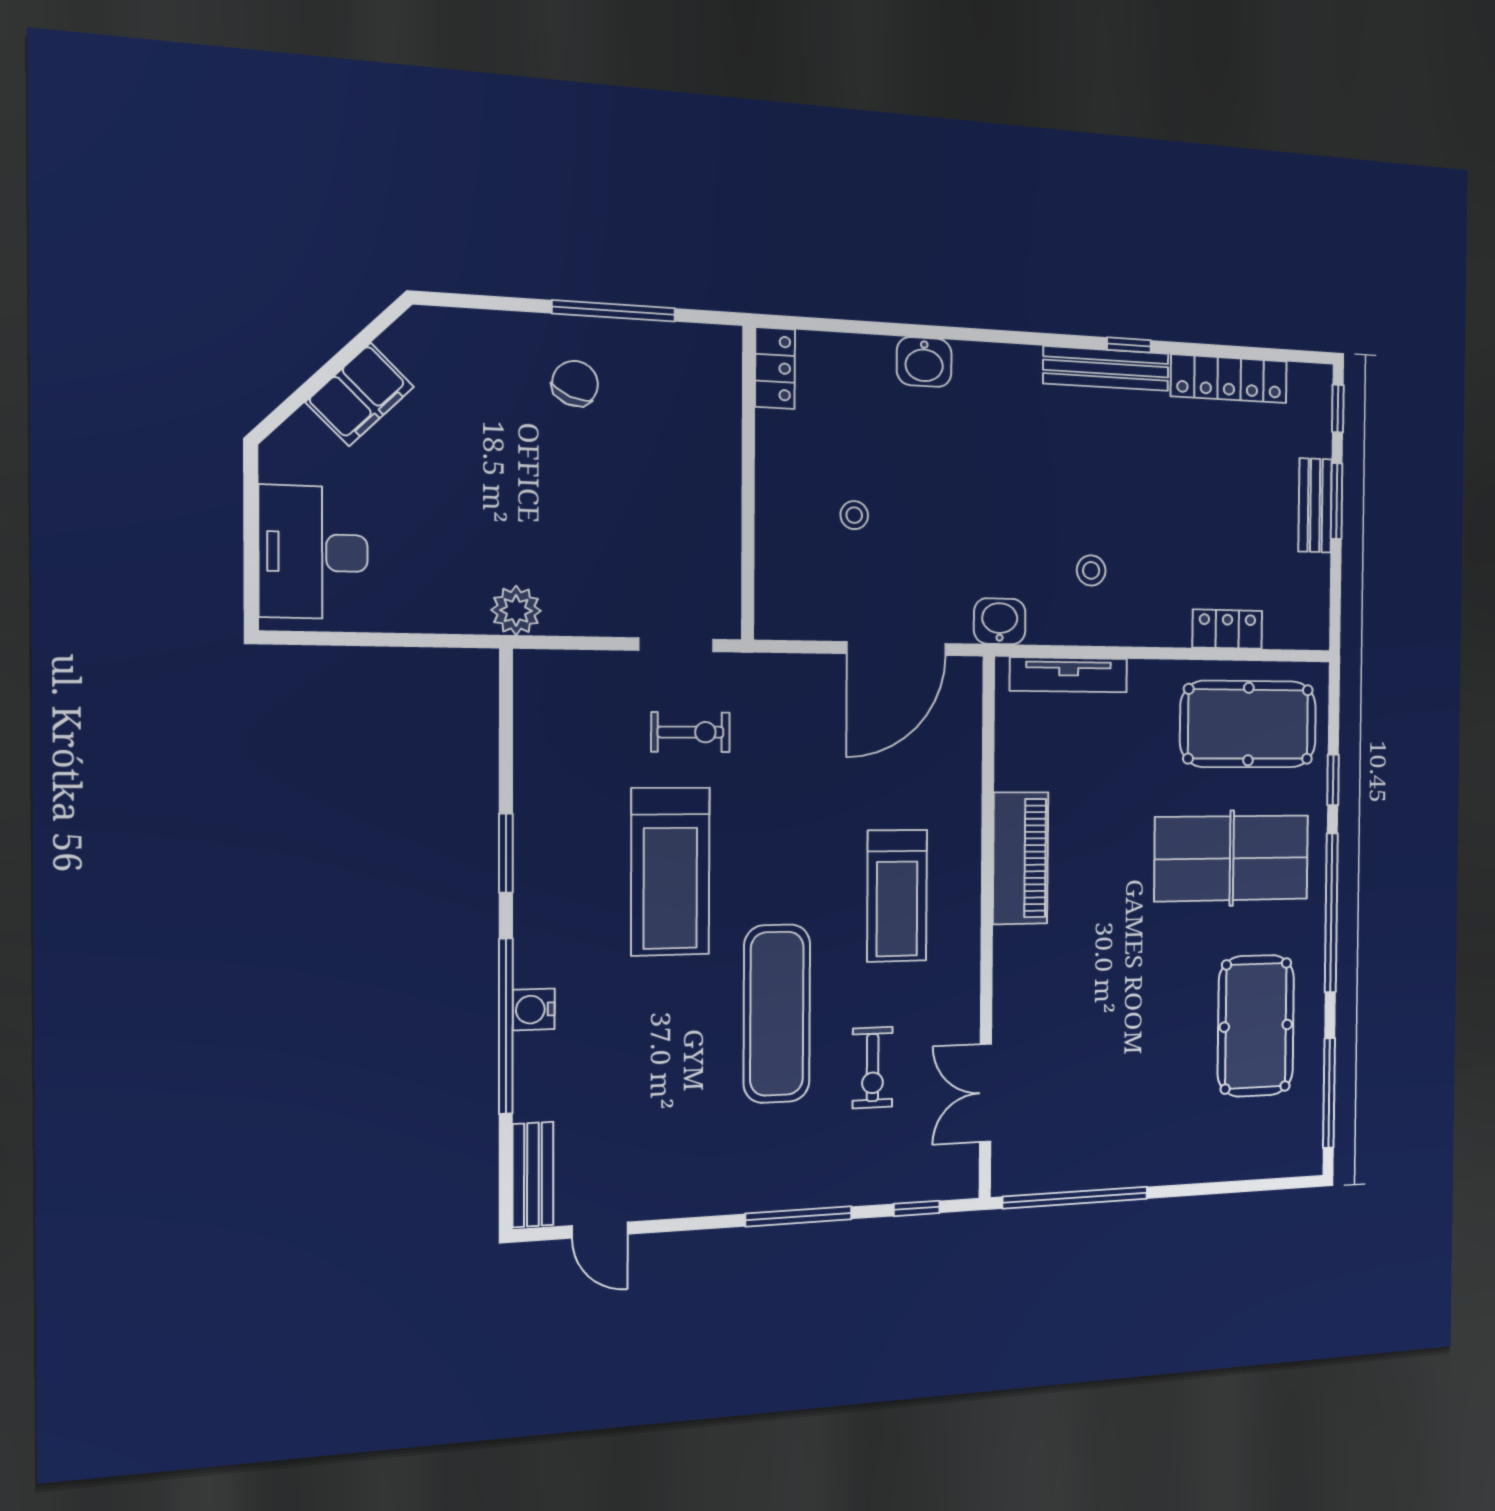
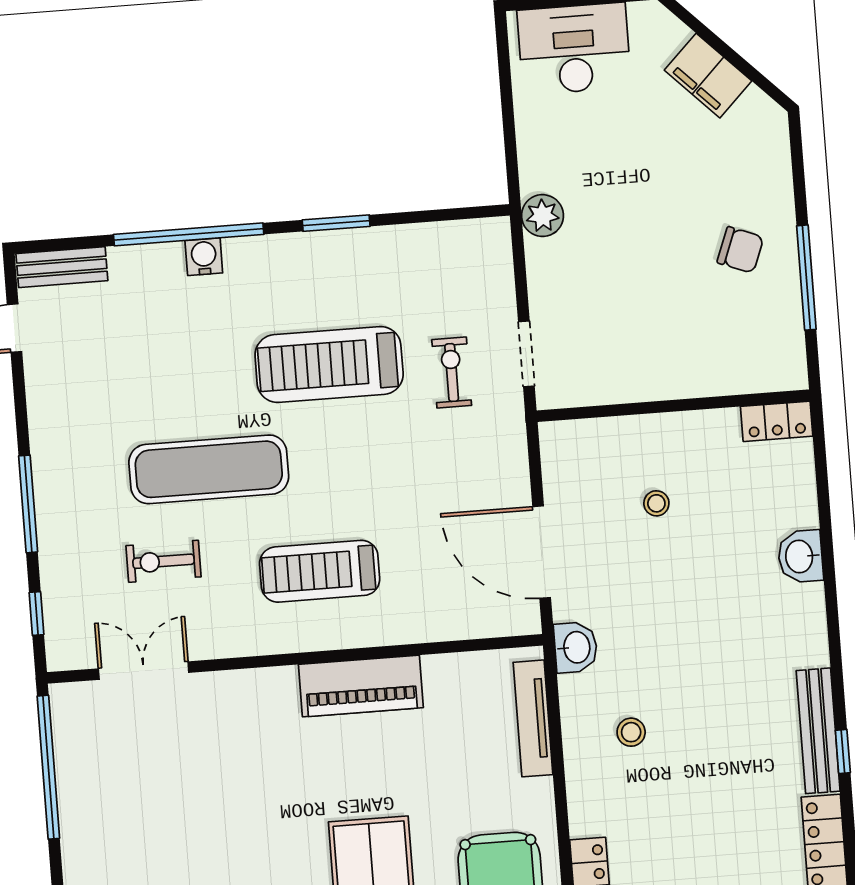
exercise bike: (691, 732) -> (452, 373), turned 180

